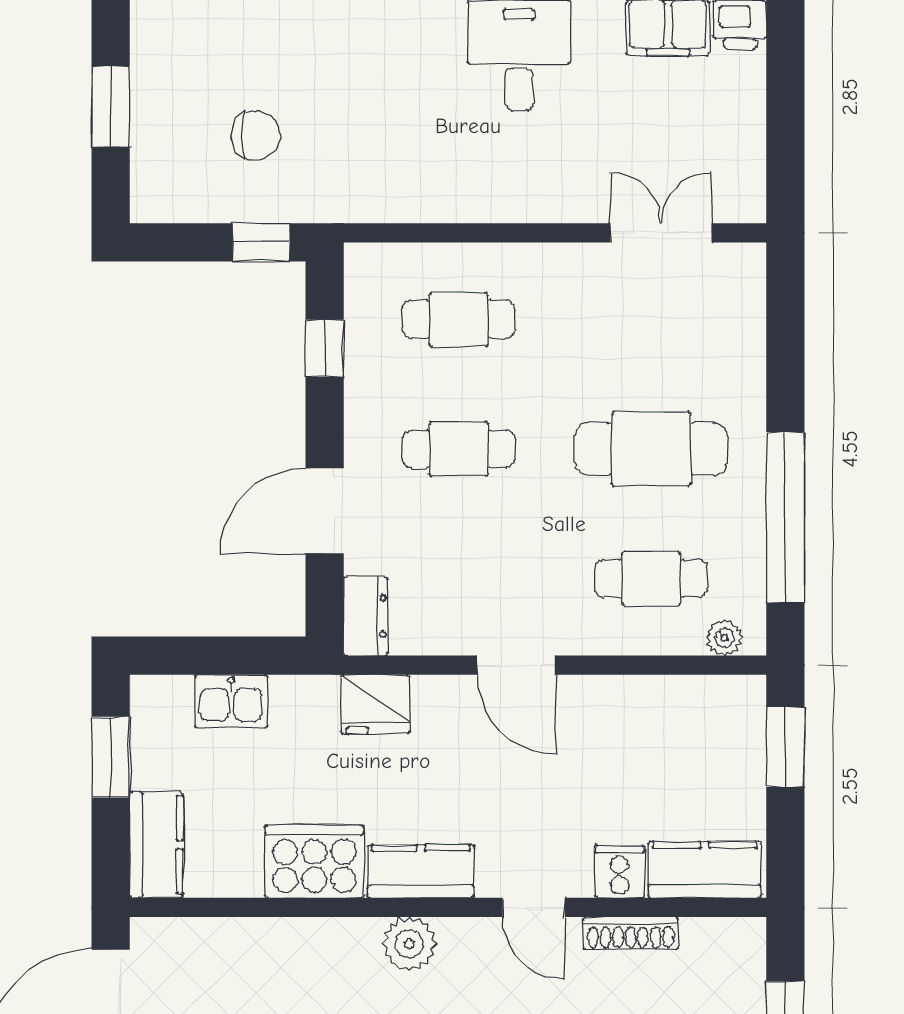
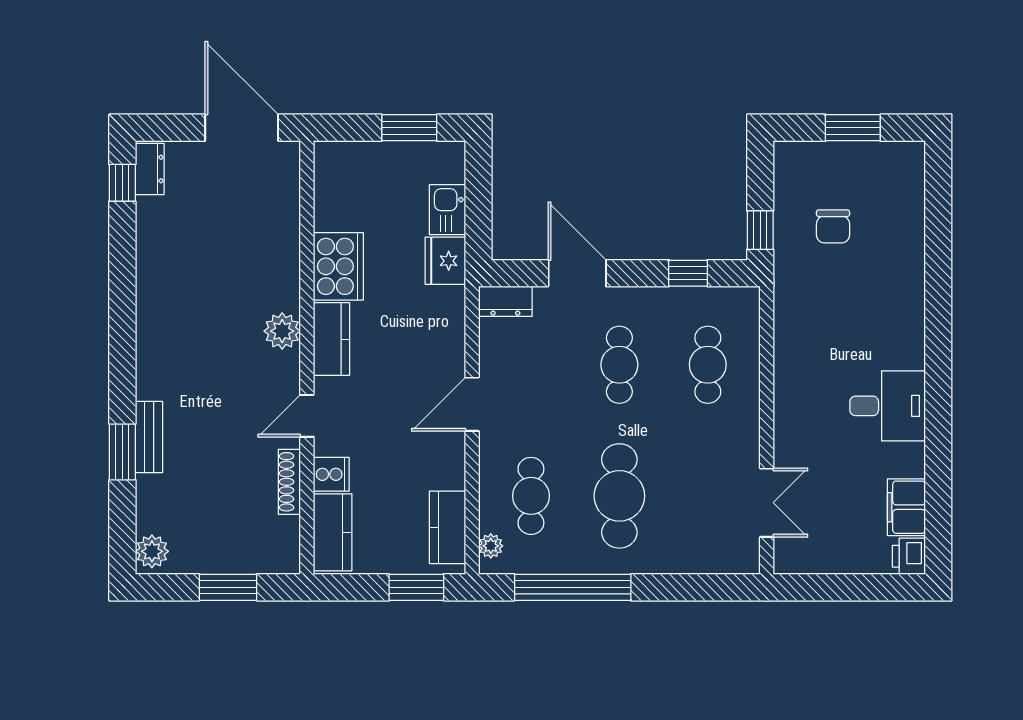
fridge: (375, 704) -> (445, 261), moved
kitchen counter: (156, 845) -> (447, 527), moved, turned 90

